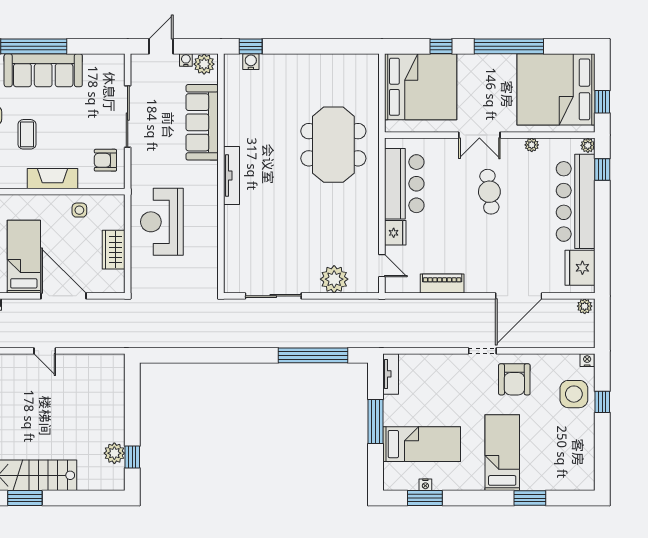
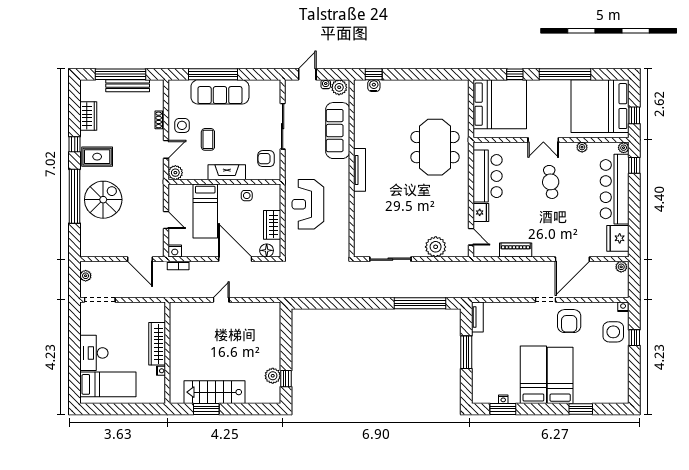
bed: (24, 257) -> (205, 211), moved, turned 180
floor lamp: (106, 284) -> (267, 250), added
door: (45, 351) -> (221, 300), swing flipped
bed: (422, 444) -> (533, 375), moved, turned -90

